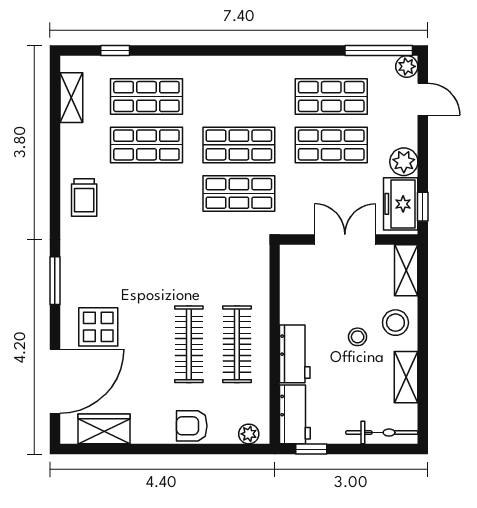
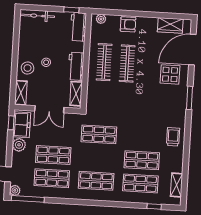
shop shelf: (239, 145) -> (96, 181), moved
workbench: (295, 354) -> (76, 66), moved
shelving: (406, 377) -> (76, 94), moved

